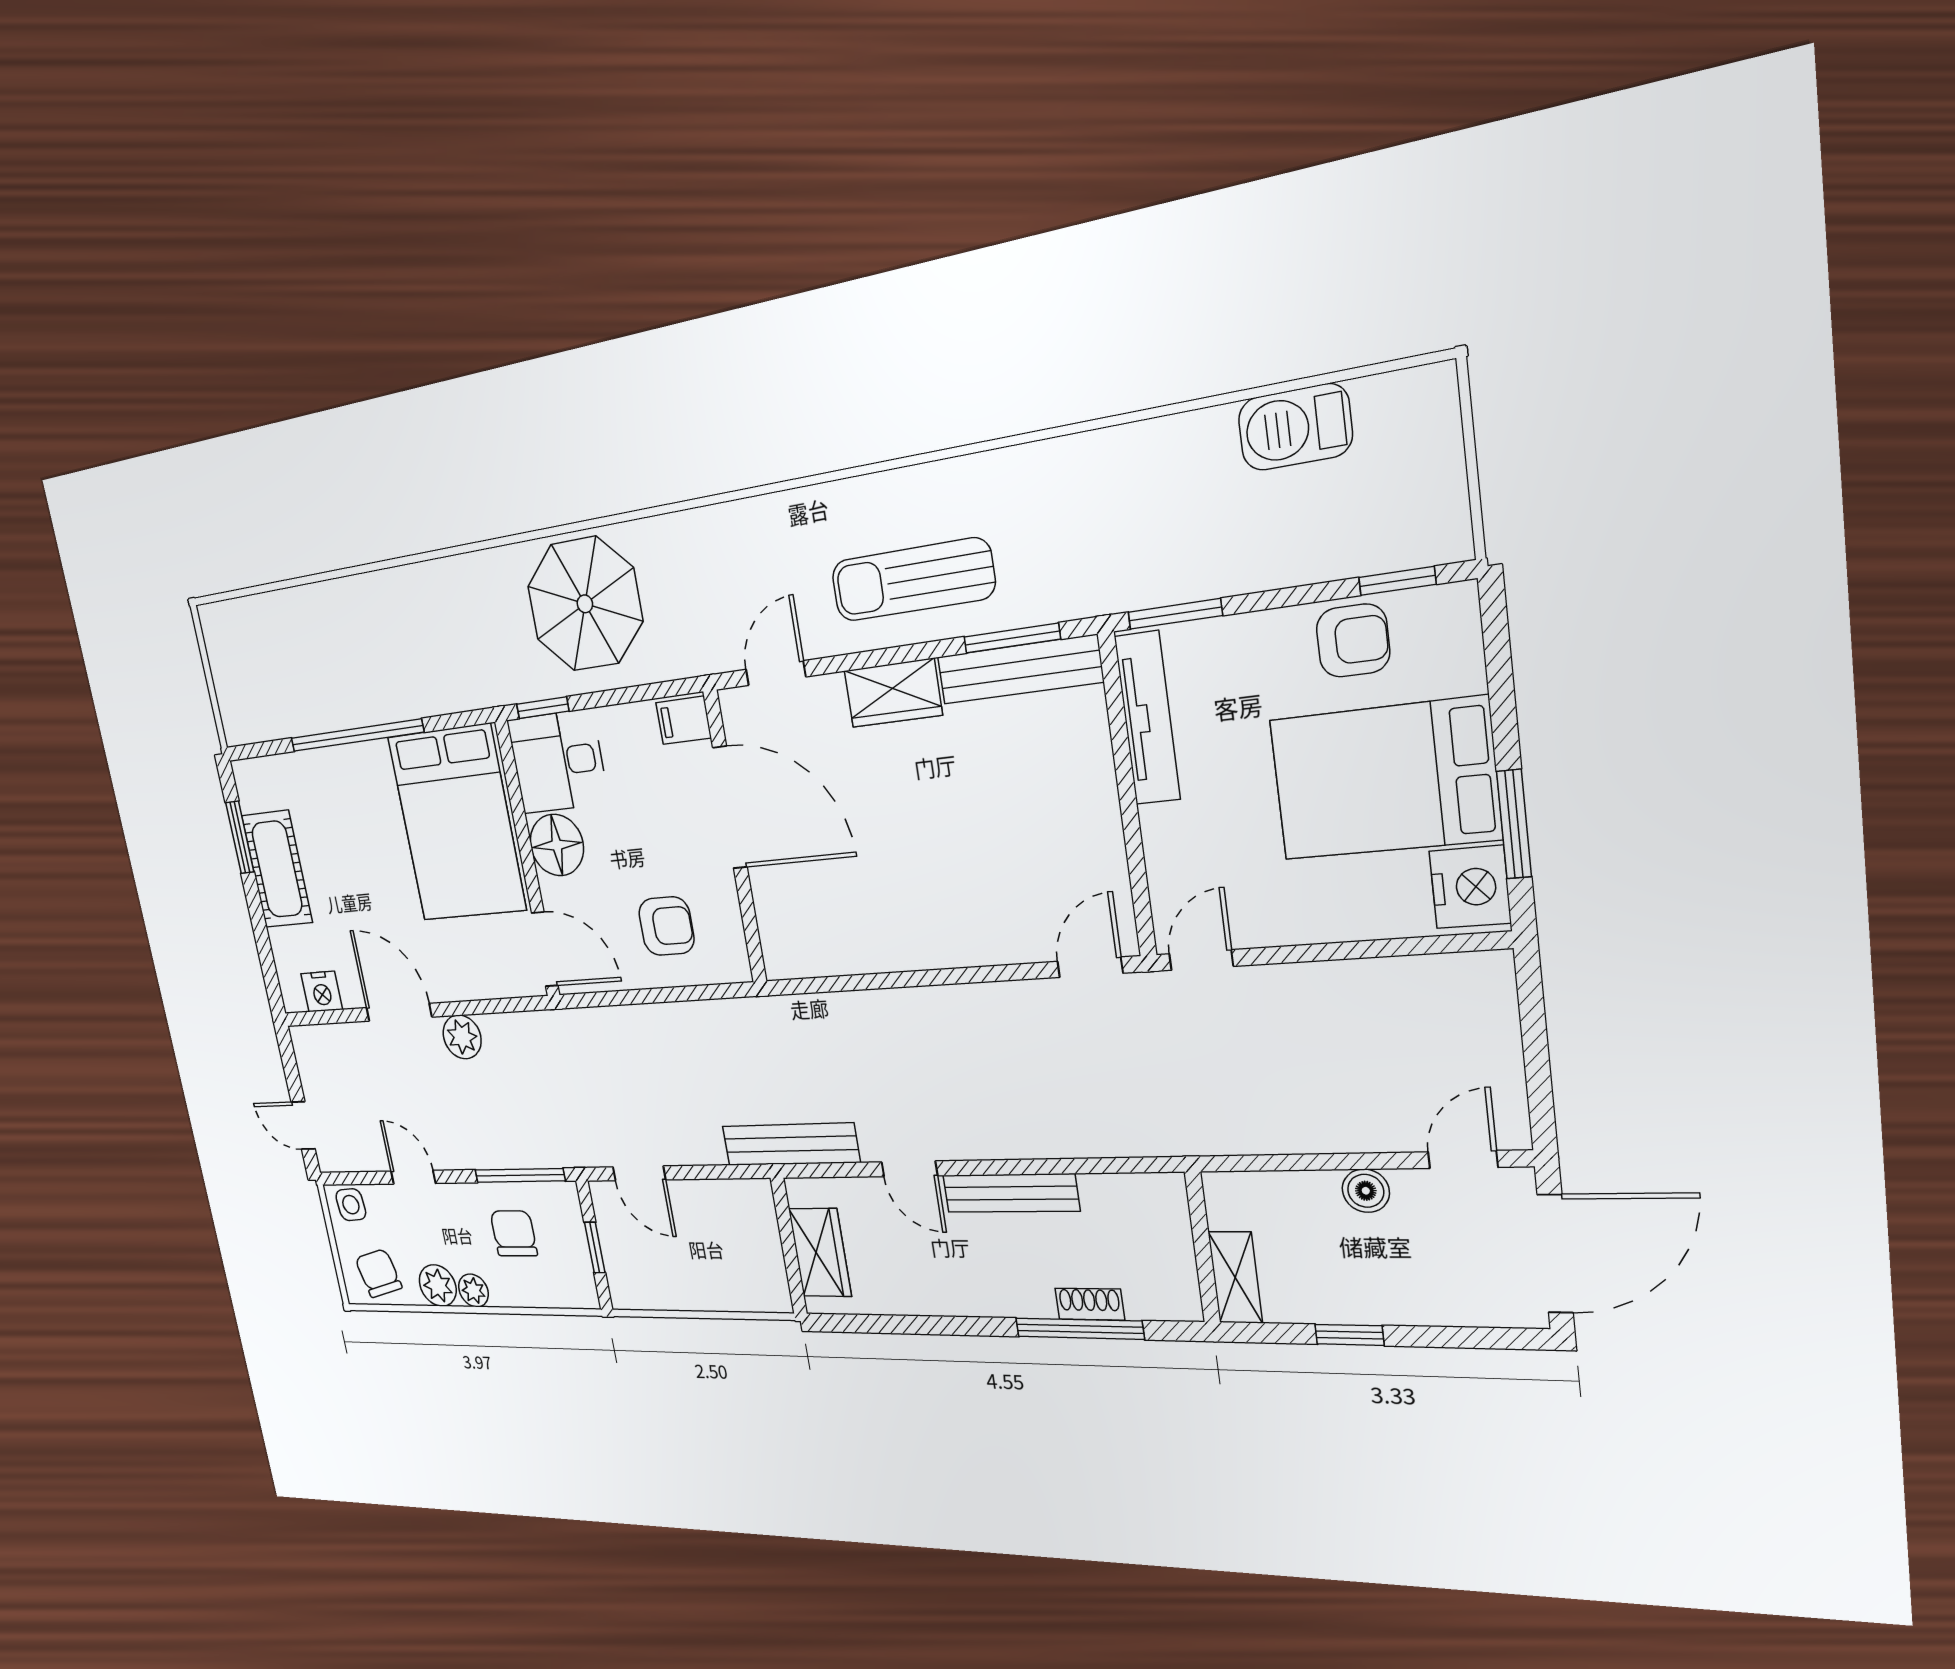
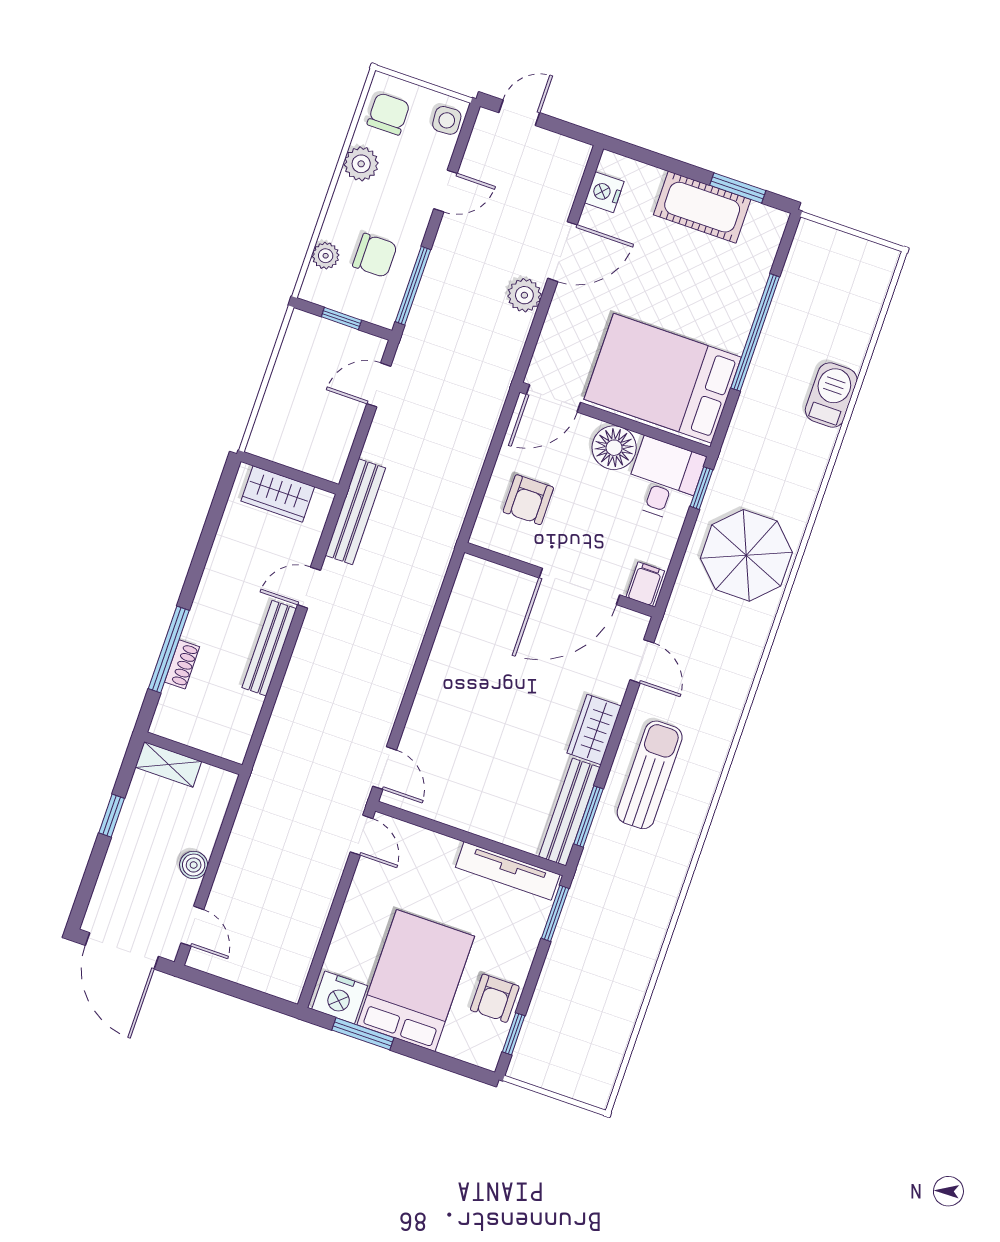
barbecue: (1295, 427) -> (831, 395), moved
chair: (378, 1273) -> (389, 114), turned -75
plant: (473, 1290) -> (326, 256), moved

